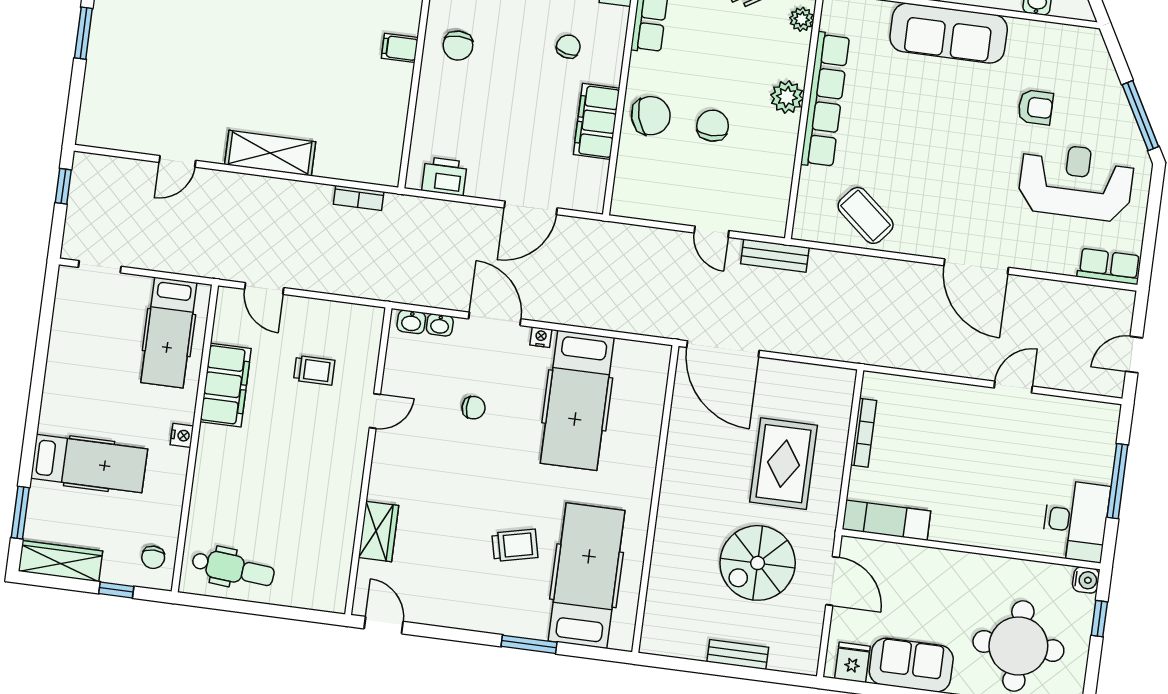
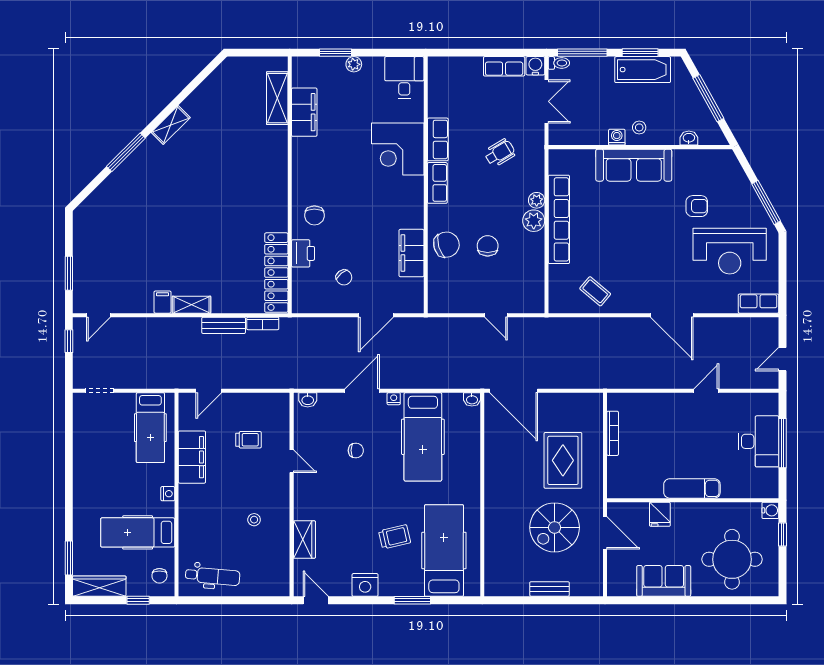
plant: (802, 19) -> (537, 200), moved
window: (83, 33) -> (69, 273), moved
chair: (568, 47) -> (344, 277), moved, turned 128
filing cabinet: (400, 48) -> (162, 302), moved, turned 90
locker: (389, 124) -> (276, 273), added
shelving: (270, 153) -> (192, 305), width x0.67, depth x0.75
door: (177, 161) -> (99, 315), moved
printer: (444, 176) -> (303, 253), moved, turned 90
reception desk: (1076, 182) -> (730, 251), turned 180
coffee table: (866, 215) -> (595, 291), width x0.73, depth x0.77
bench: (775, 256) -> (224, 325), moved
door: (264, 288) -> (209, 391), hinge flipped
door: (495, 319) -> (362, 391), hinge flipped
washbasin: (440, 325) -> (472, 399), moved
door: (375, 411) -> (292, 461), hinge flipped
hospital bed: (89, 464) -> (138, 532), moved, turned 180
stool: (307, 492) -> (254, 520), added
exam couch: (886, 520) -> (692, 488), moved
desk: (1076, 521) -> (759, 441), moved
nightstand: (461, 612) -> (365, 585), added
fridge: (852, 662) -> (660, 514), moved, turned 180

